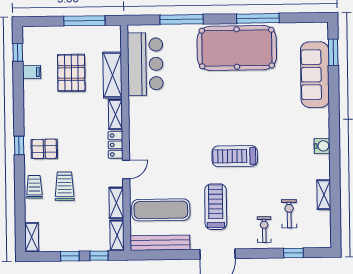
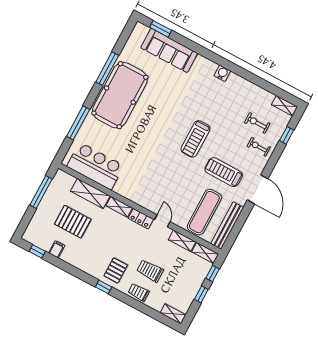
shelving: (324, 195) -> (285, 106), moved

